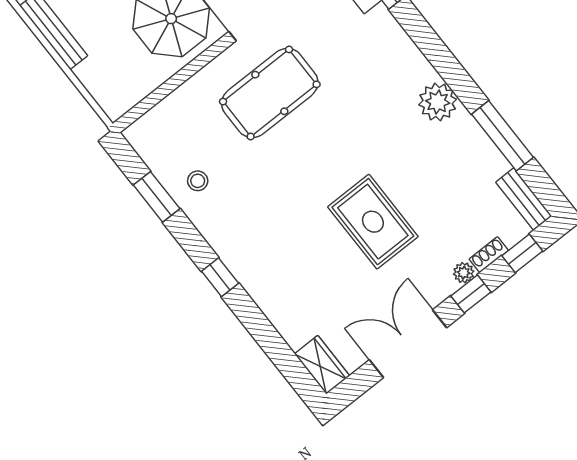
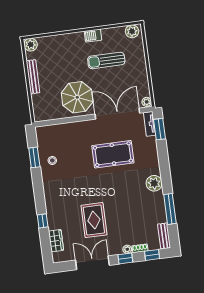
pool table: (270, 93) -> (113, 154), moved
rug: (373, 222) -> (94, 220), moved
window: (220, 277) -> (43, 221), moved
wardrobe: (322, 365) -> (56, 241), moved

